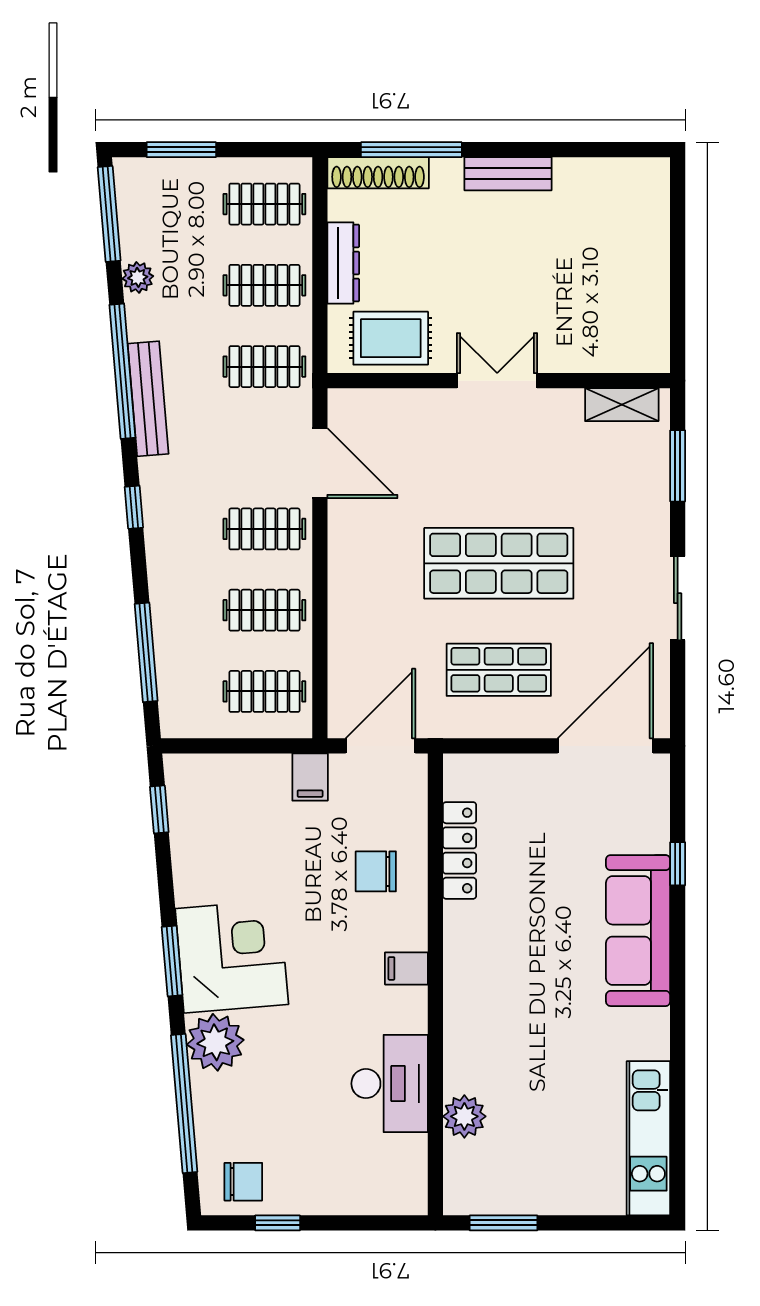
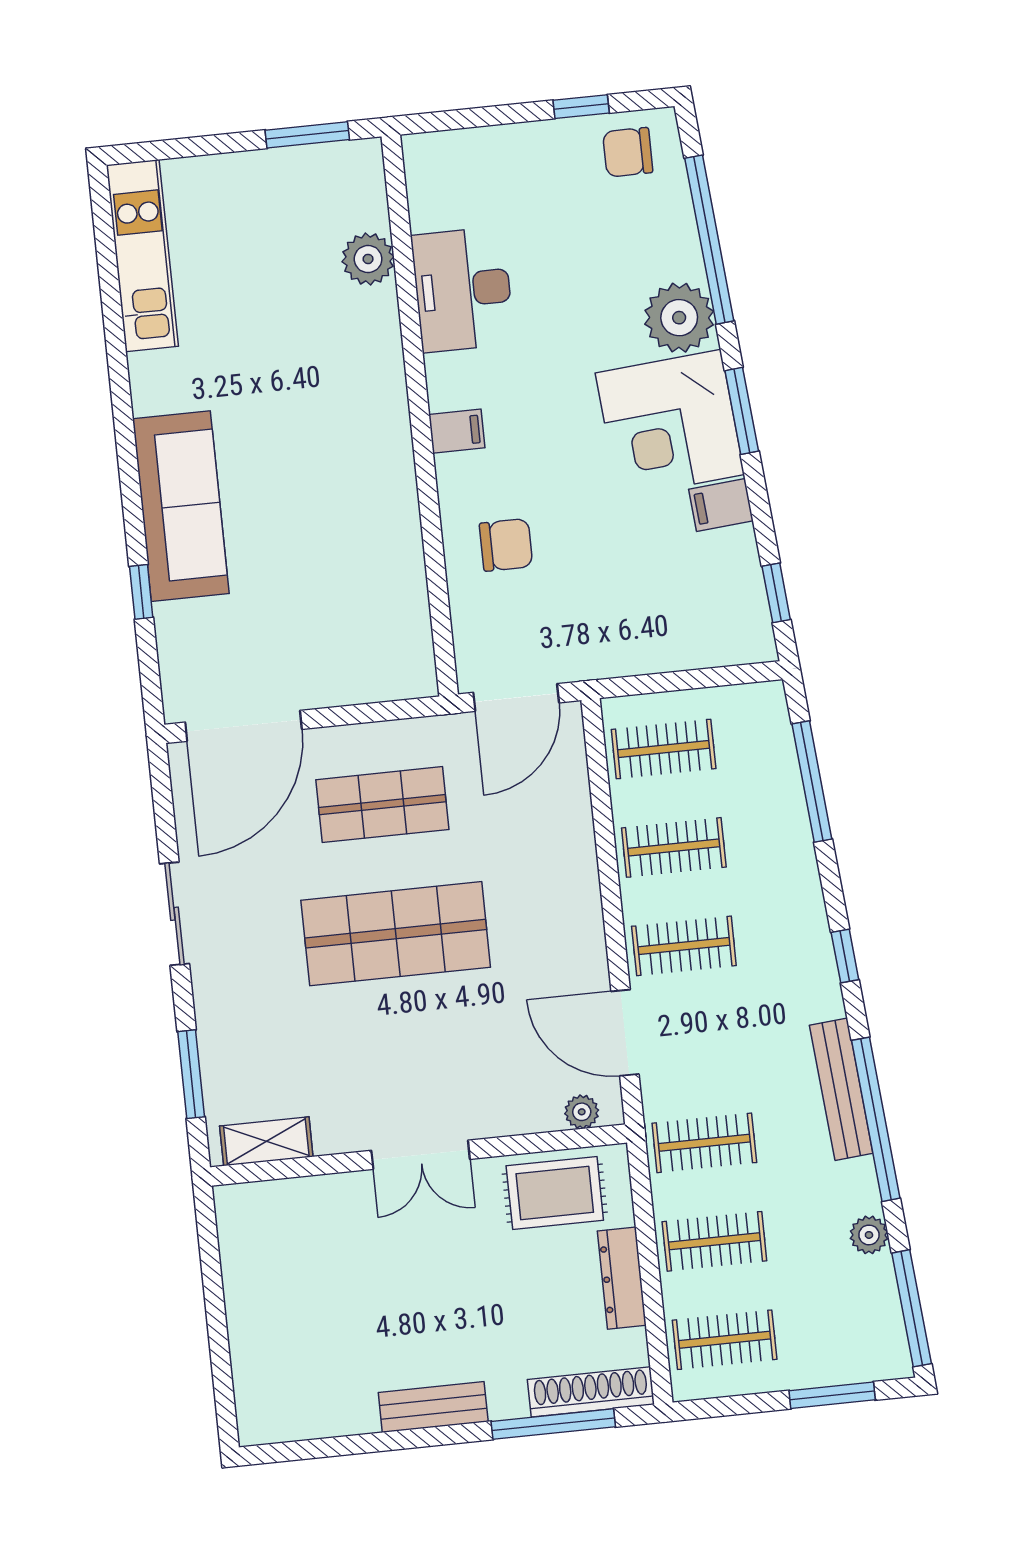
plant: (362, 402) -> (582, 1112), added
filing cabinet: (310, 777) -> (721, 505), moved, turned -95
locker: (460, 850) -> (407, 581), removed

